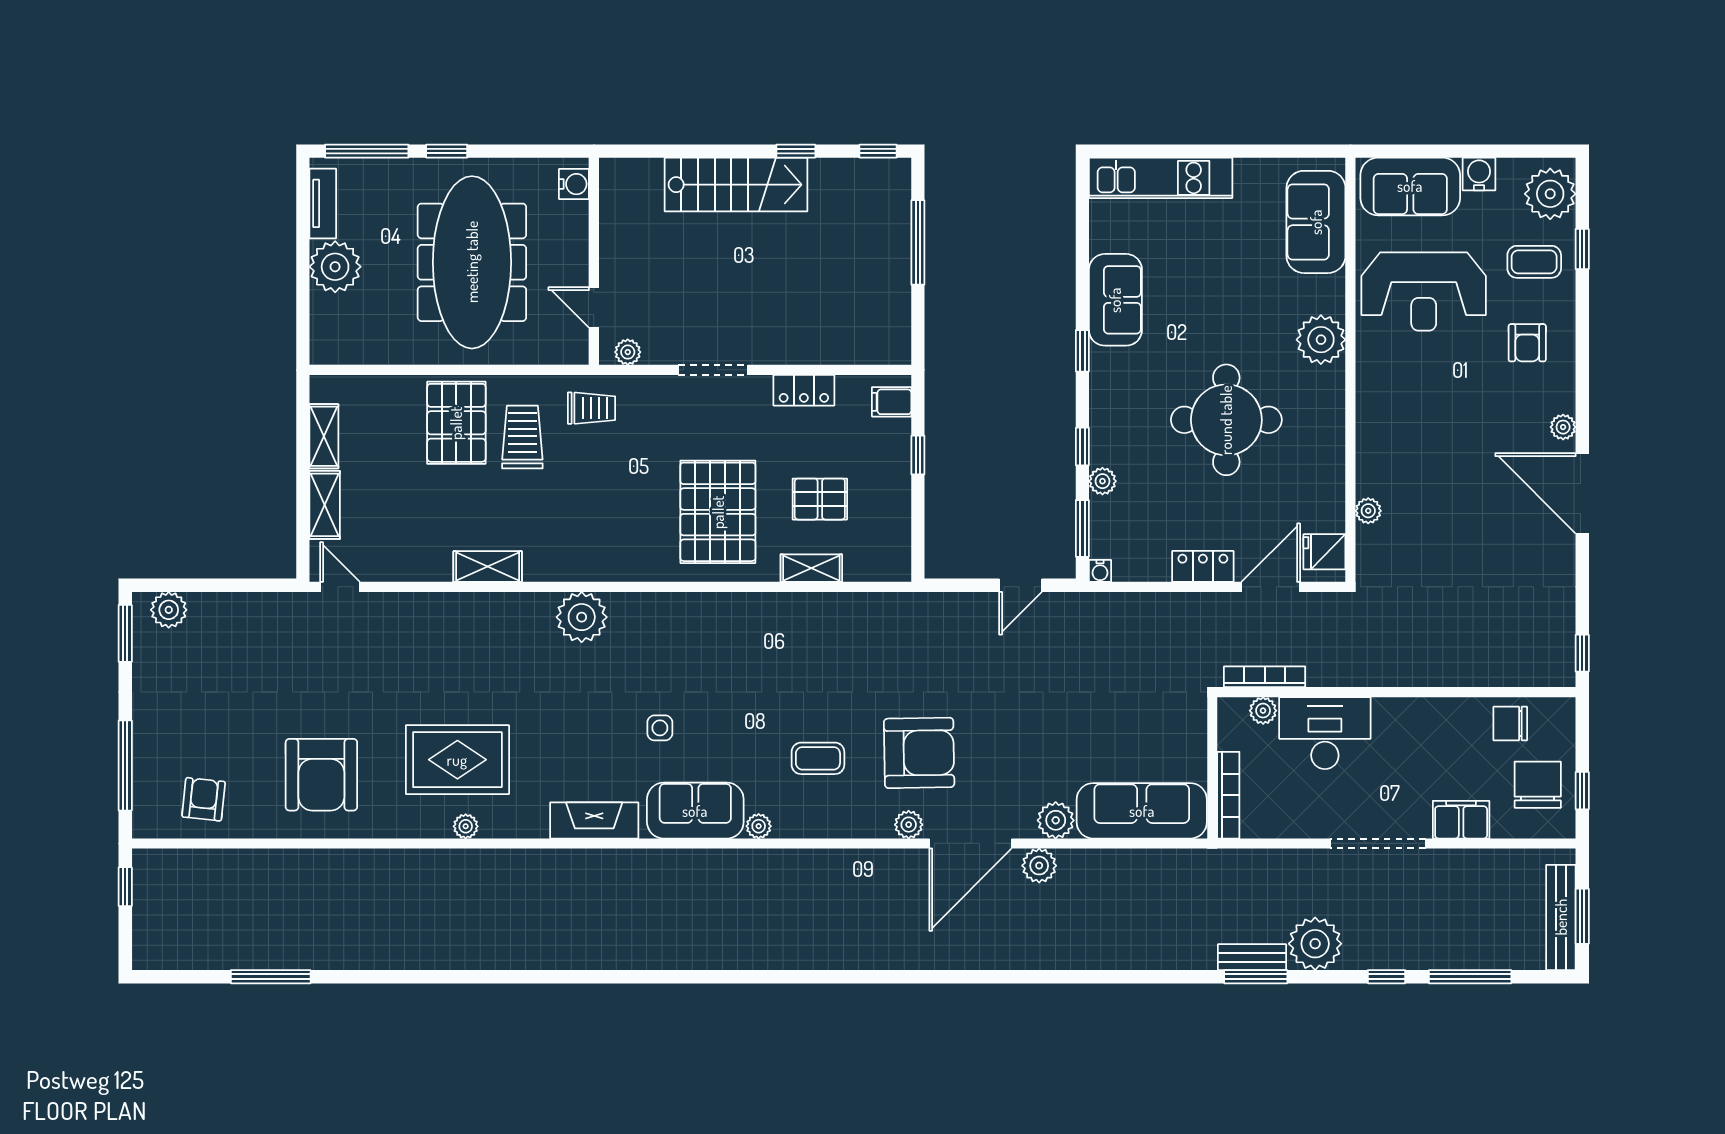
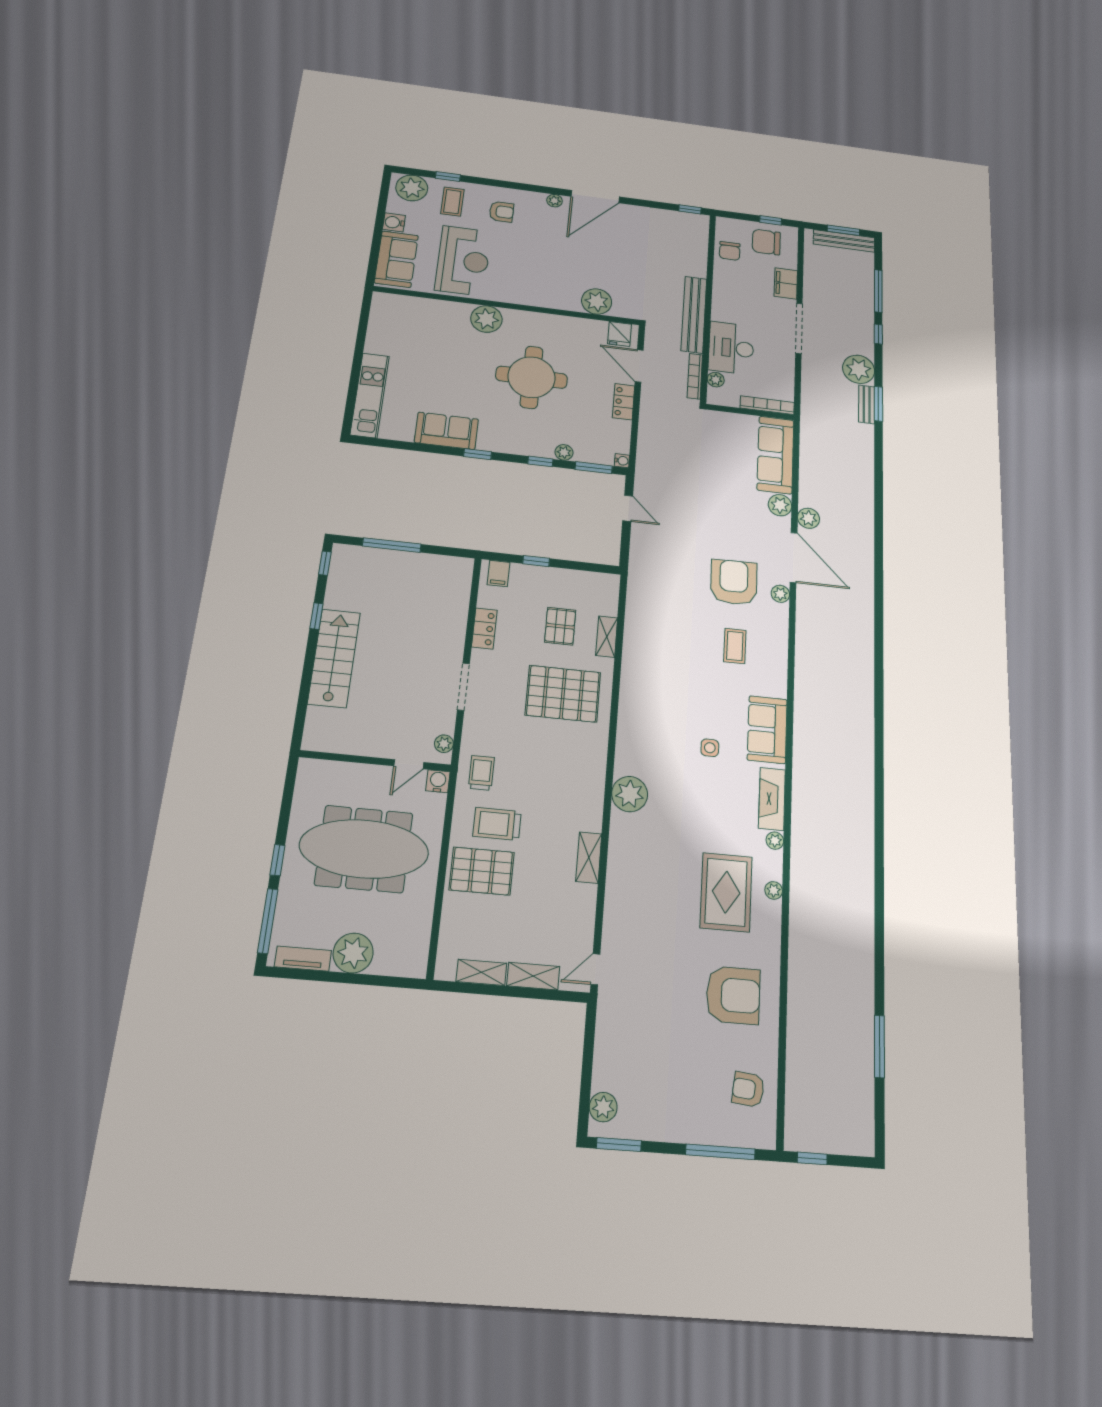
water cooler: (574, 184) -> (438, 781), moved
sofa: (1316, 222) -> (411, 312), removed
plant: (1368, 511) -> (597, 301), width x1.88, depth x1.88
bench: (1379, 670) -> (694, 314), added
plant: (759, 826) -> (775, 841), moved

